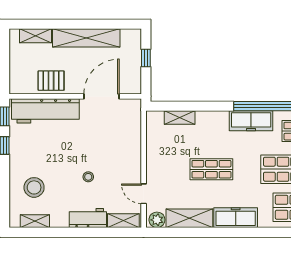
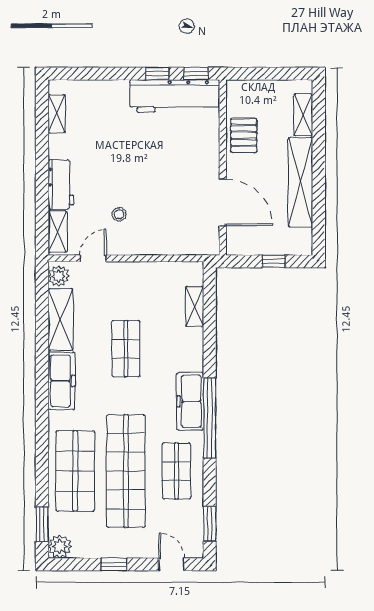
workbench: (45, 111) -> (175, 96), moved, turned -90
stool: (88, 177) -> (119, 214), moved
stool: (34, 187) -> (102, 113), removed

